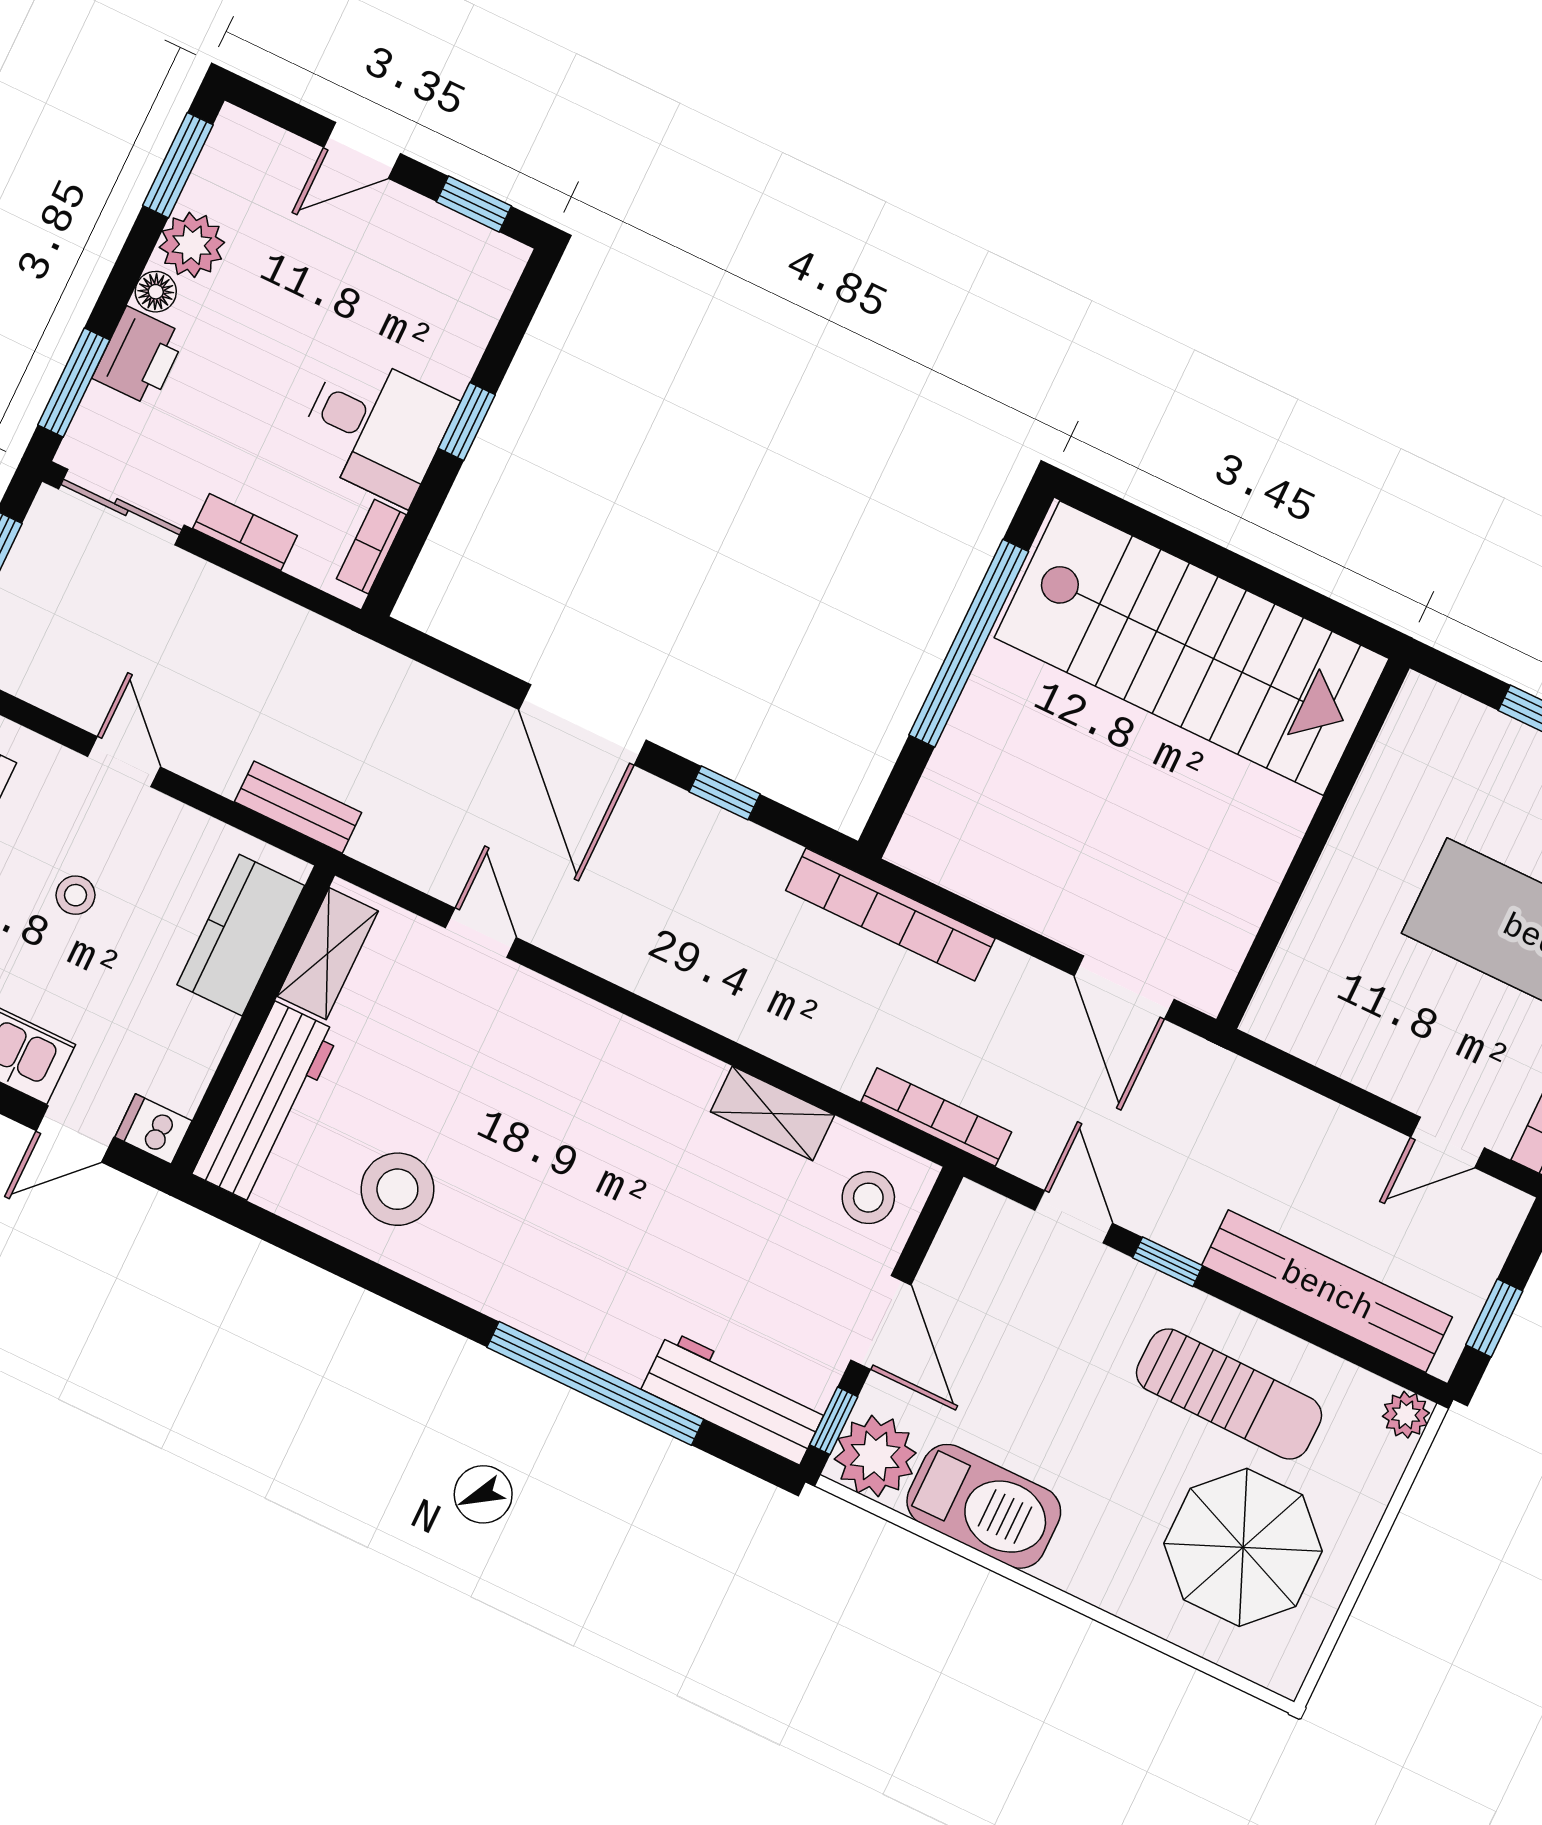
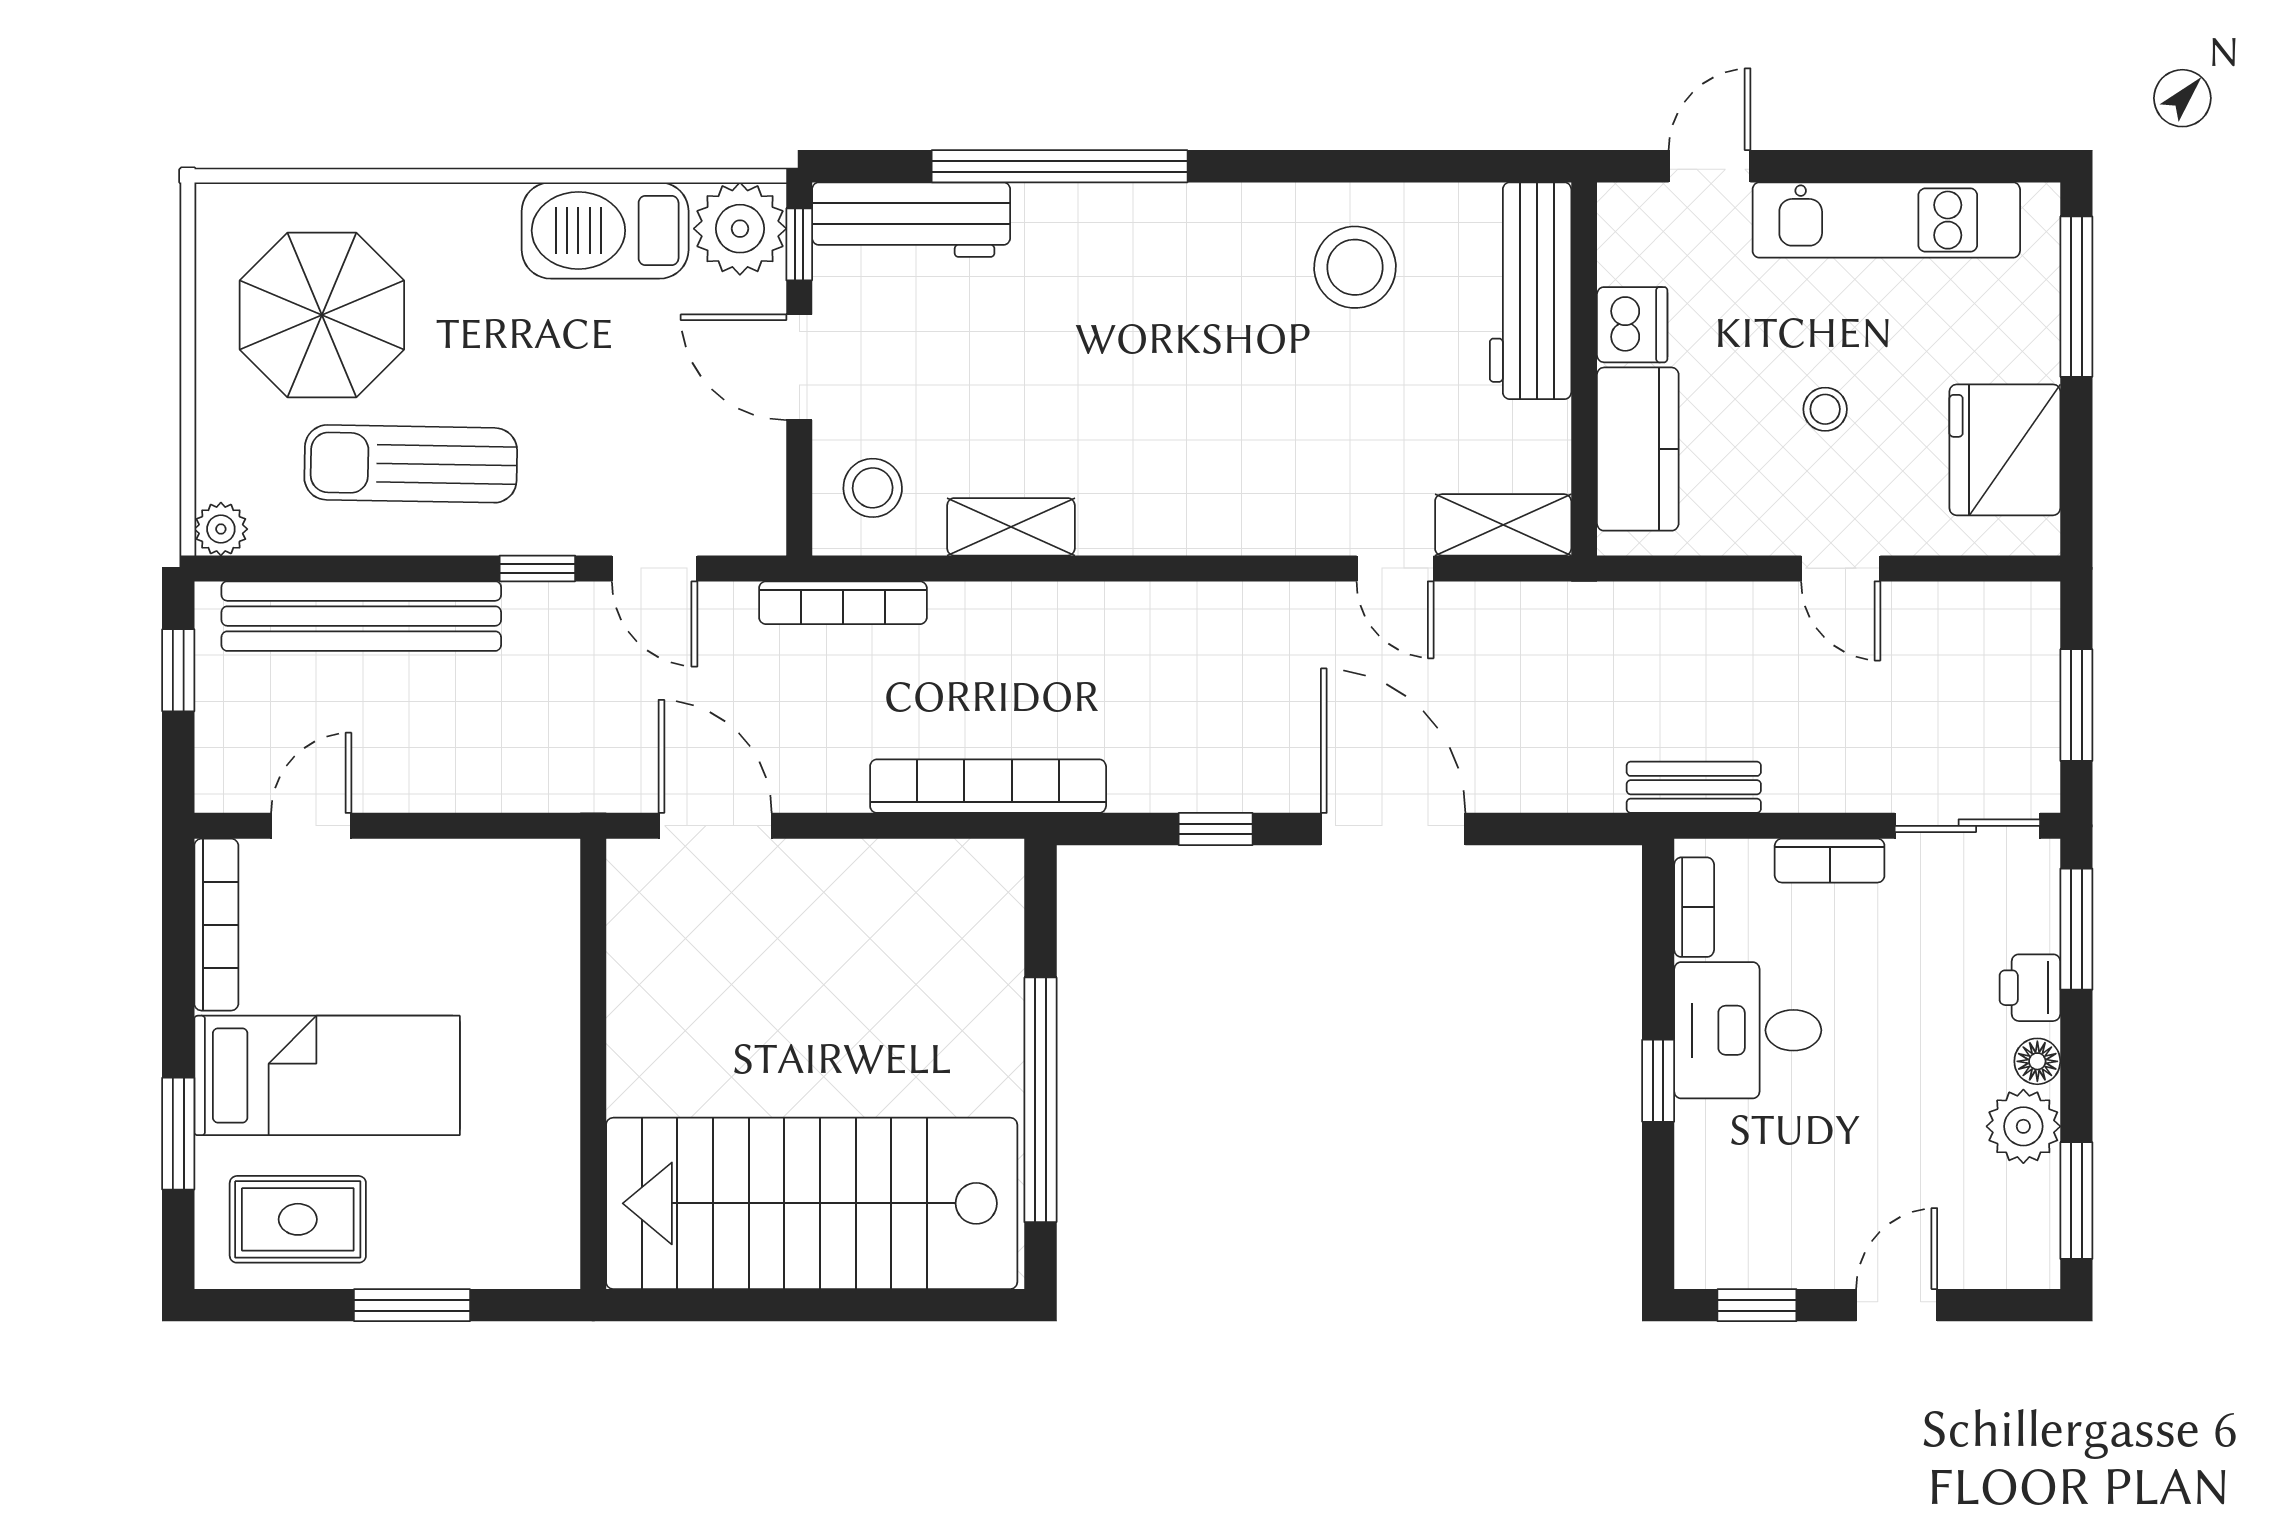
printer: (139, 356) -> (2030, 988), width x0.73, depth x0.81
bench: (298, 807) -> (1694, 787), moved
shelving: (328, 954) -> (1503, 525), moved, turned 90
dishwasher: (153, 1129) -> (1632, 325), moved, width x1.38

